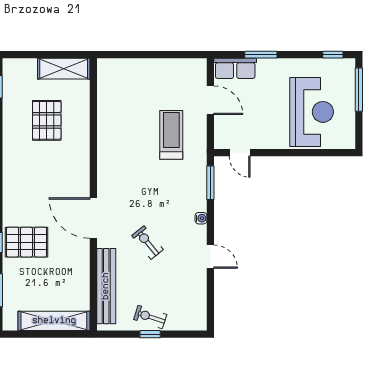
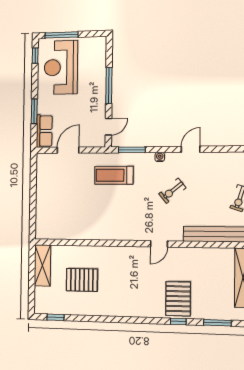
reception desk: (312, 112) -> (61, 67), moved, turned -90
treadmill: (171, 135) -> (114, 175), moved
window: (292, 153) -> (109, 86), added
door: (93, 218) -> (159, 244), width x0.53
exercise bike: (148, 243) -> (172, 191), moved

